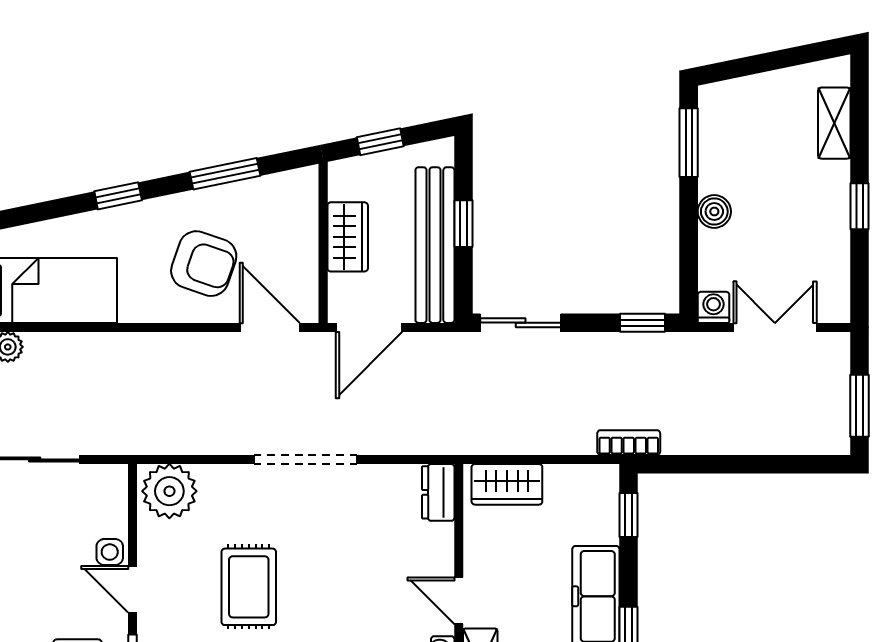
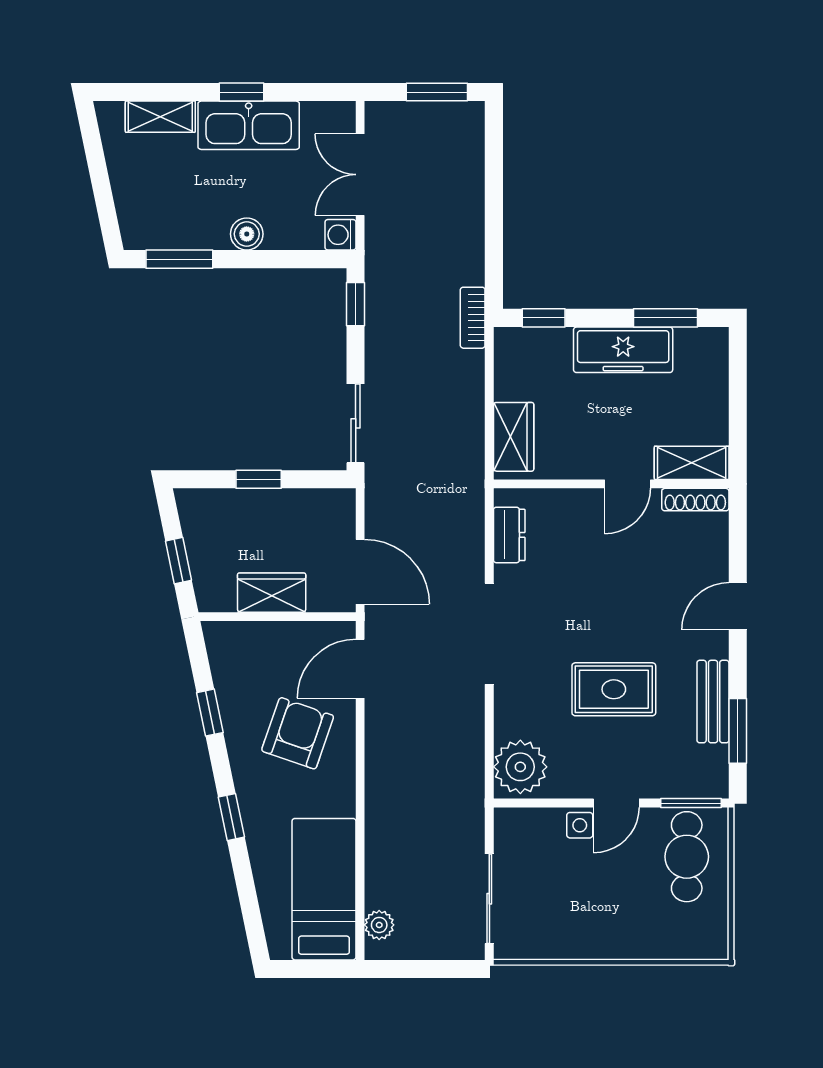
window: (225, 174) -> (210, 713), width x0.67
kitchen sink: (825, 213) -> (249, 125), added
bench: (435, 245) -> (280, 507), removed
dresser: (438, 492) -> (509, 535), moved, turned -90

